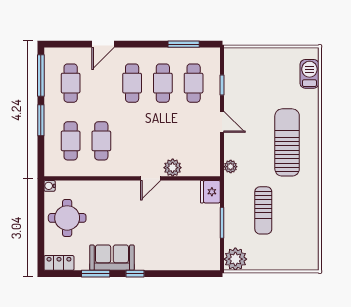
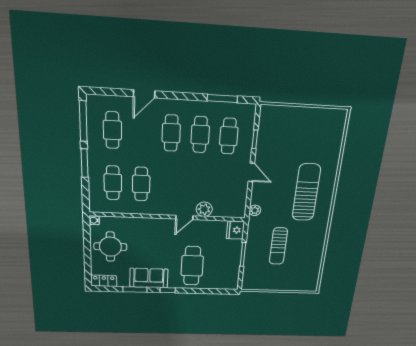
barbecue: (309, 74) -> (336, 133), removed
cafe table: (163, 240) -> (192, 266), added
plant: (235, 259) -> (251, 282), removed

